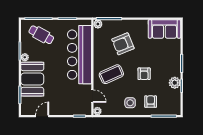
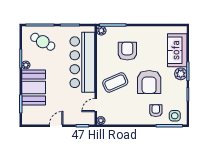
sofa: (164, 29) -> (177, 50), moved, turned 90
armchair: (123, 44) -> (127, 51), turned 112
armchair: (144, 74) -> (149, 82), width x1.88, depth x1.88
plant: (175, 83) -> (181, 74), moved
door: (92, 96) -> (96, 105), swing flipped
side table: (130, 103) -> (175, 116), moved
door: (42, 116) -> (56, 126), moved

